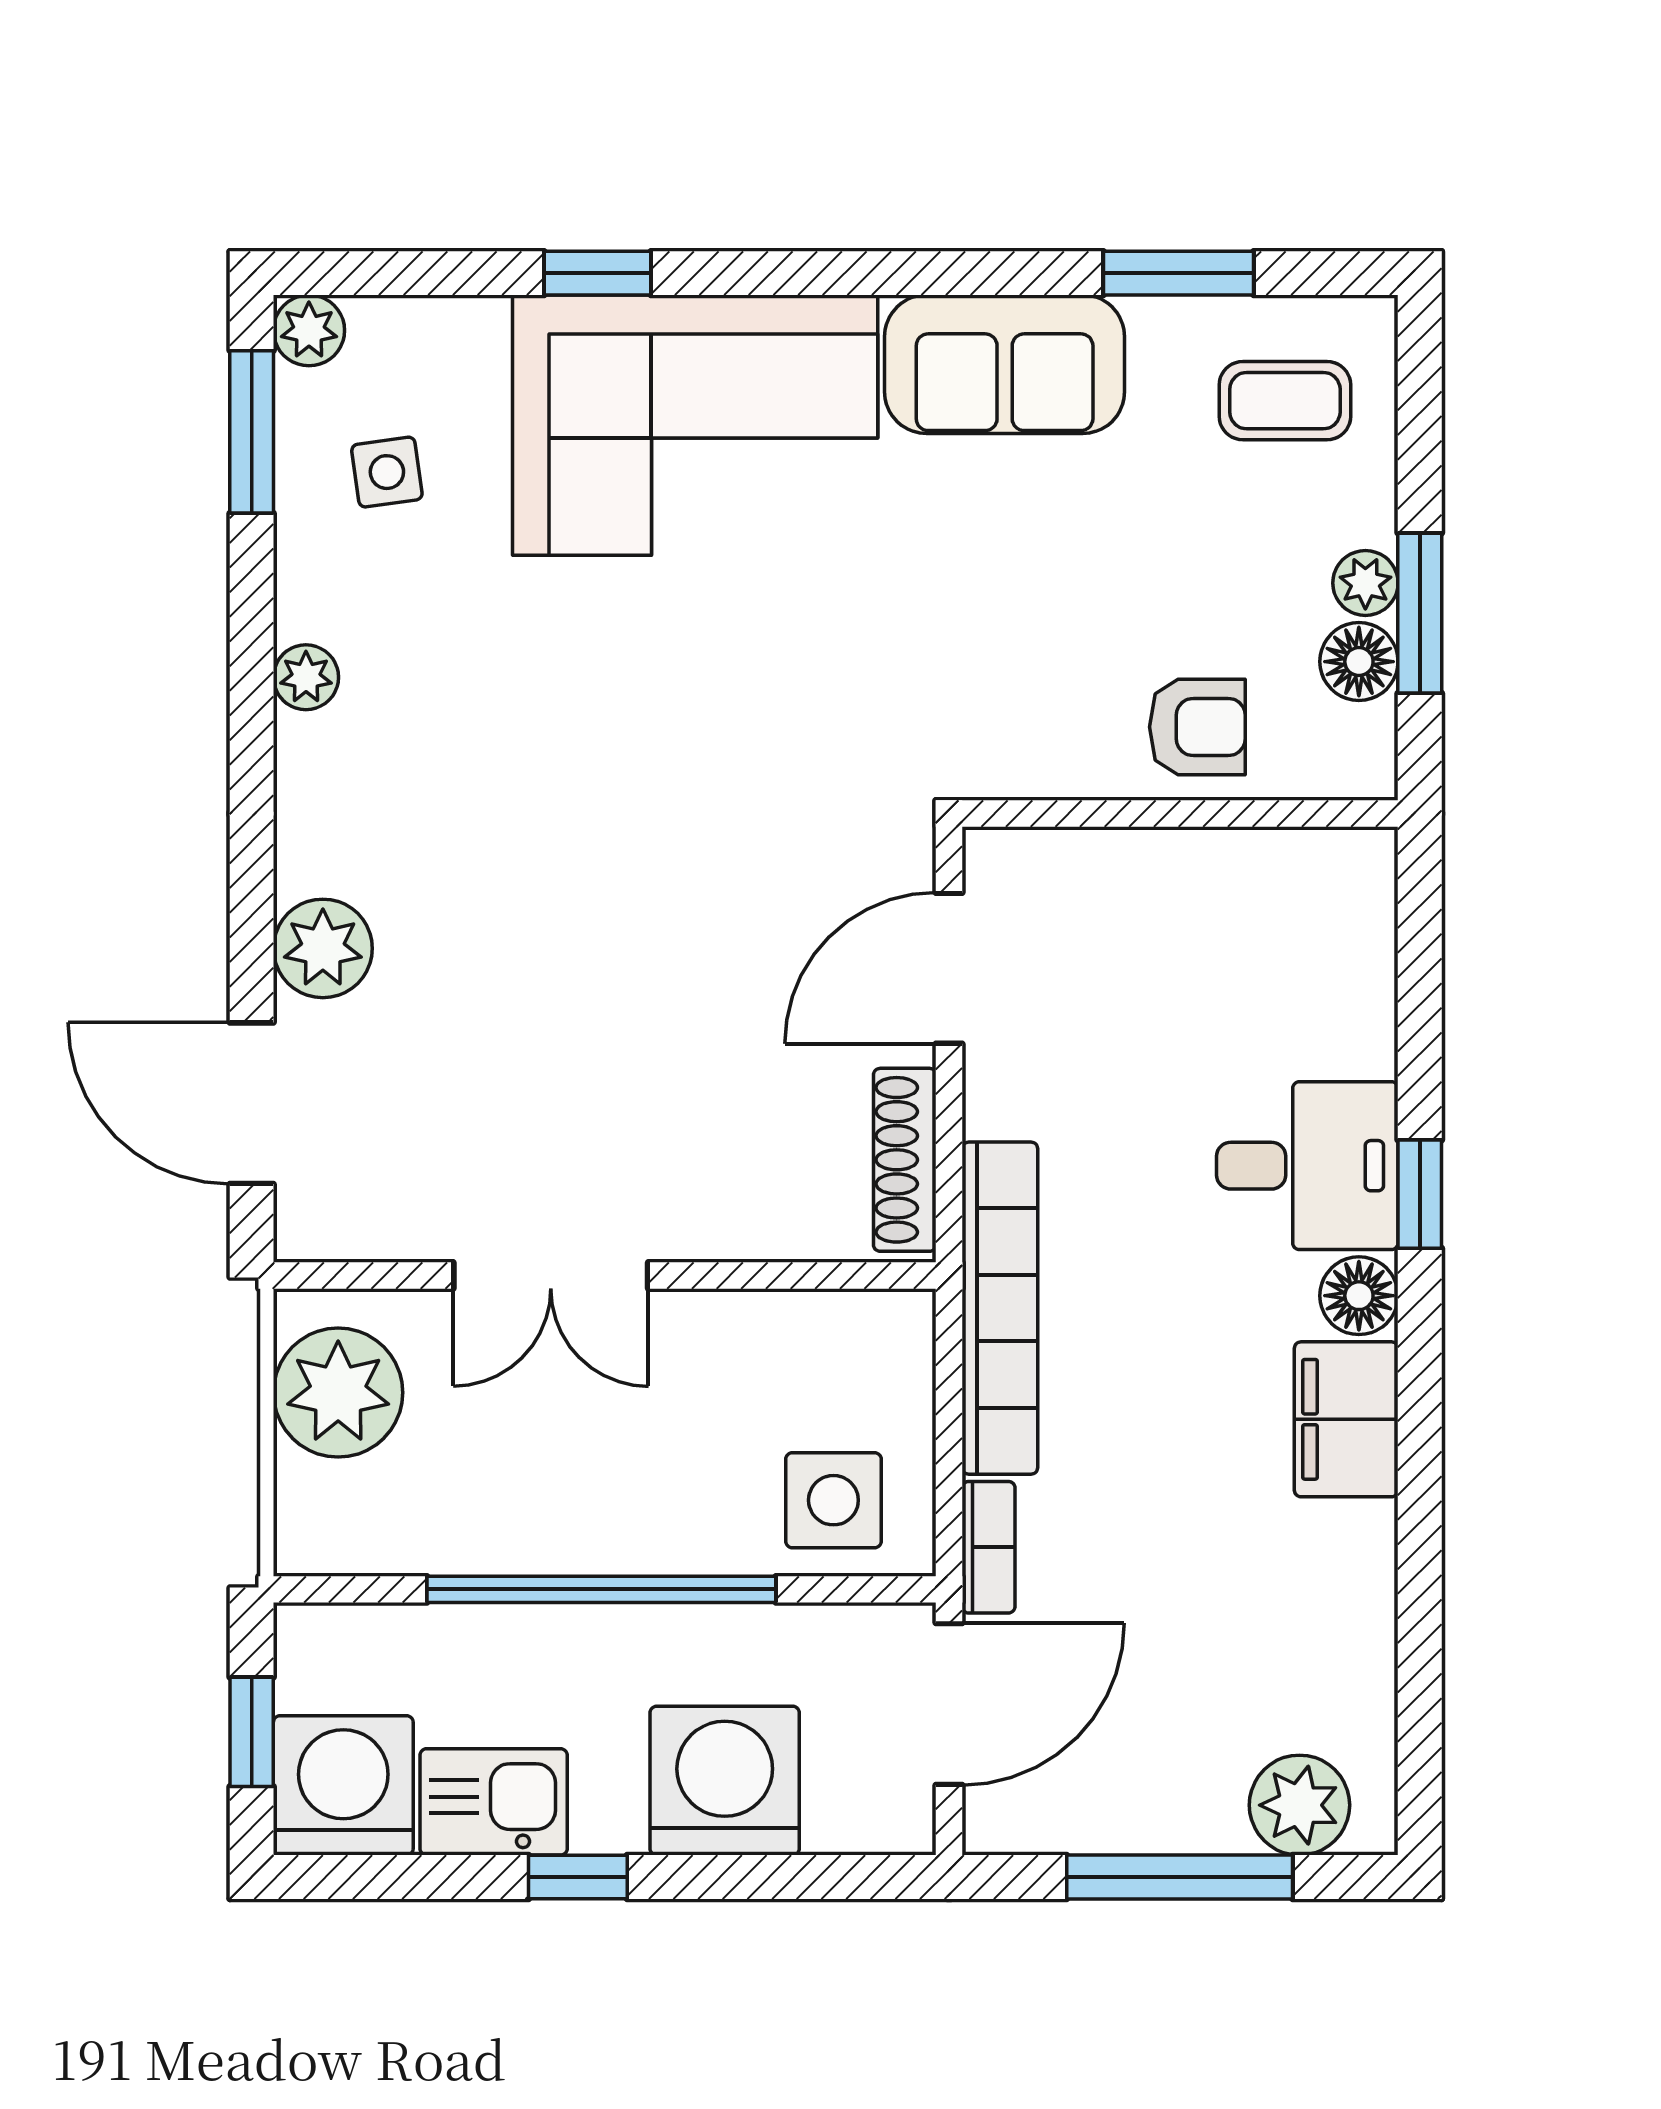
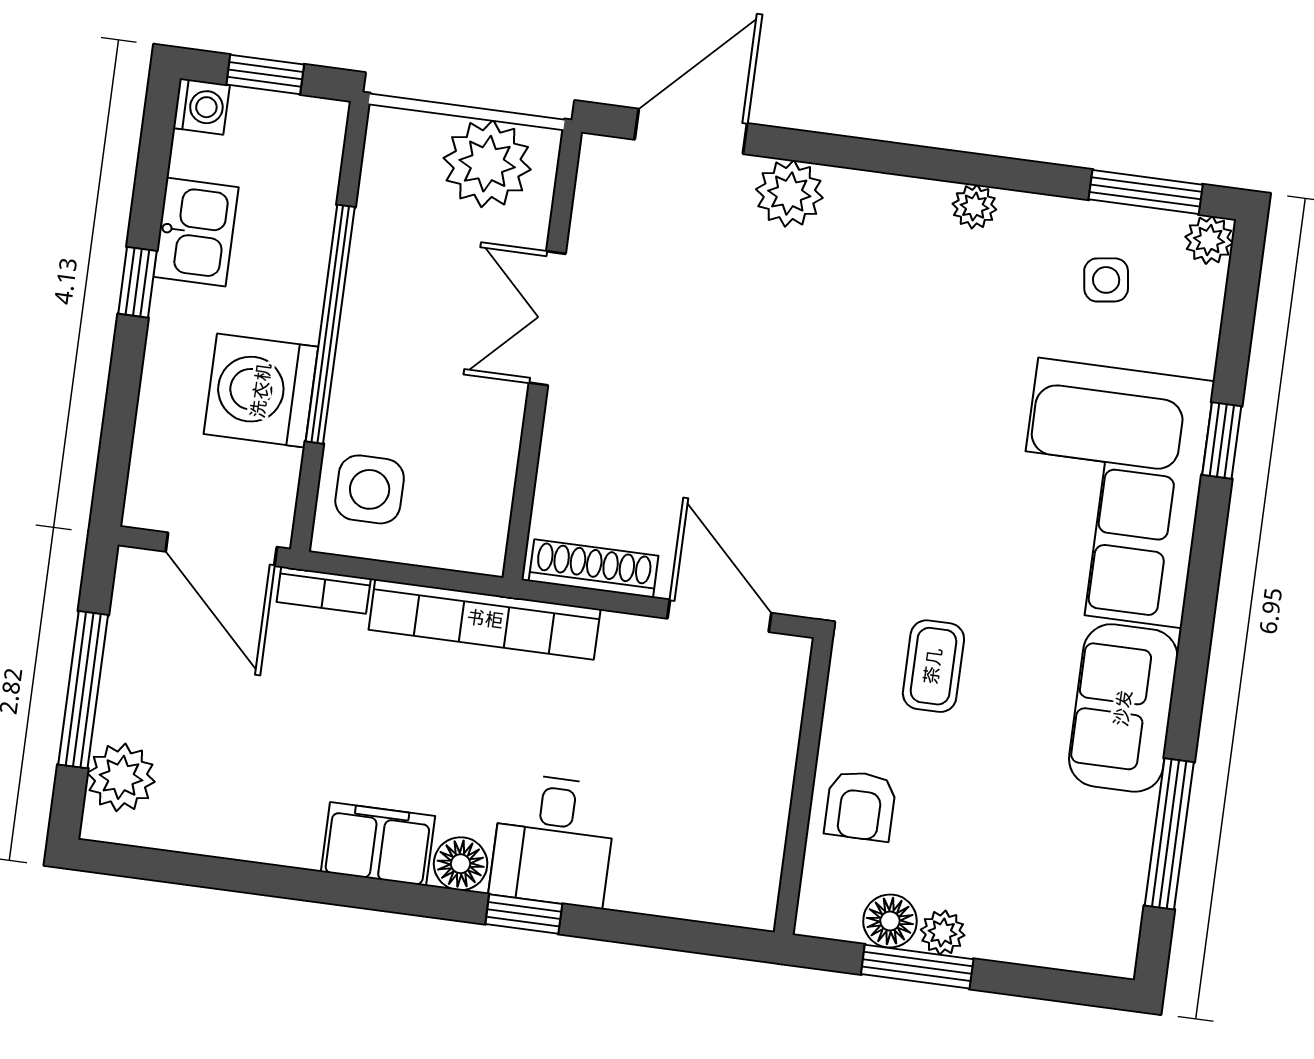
window: (1178, 273) -> (1169, 834), width x1.44
coffee table: (1285, 401) -> (933, 666), moved
washing machine: (725, 1781) -> (261, 390), moved, turned 180
washing machine: (343, 1785) -> (201, 107), width x0.53, depth x0.53

